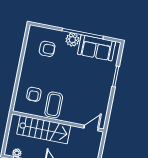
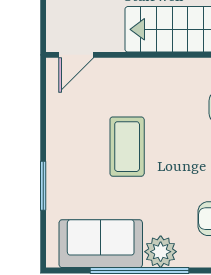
coffee table: (54, 105) -> (127, 147), moved

